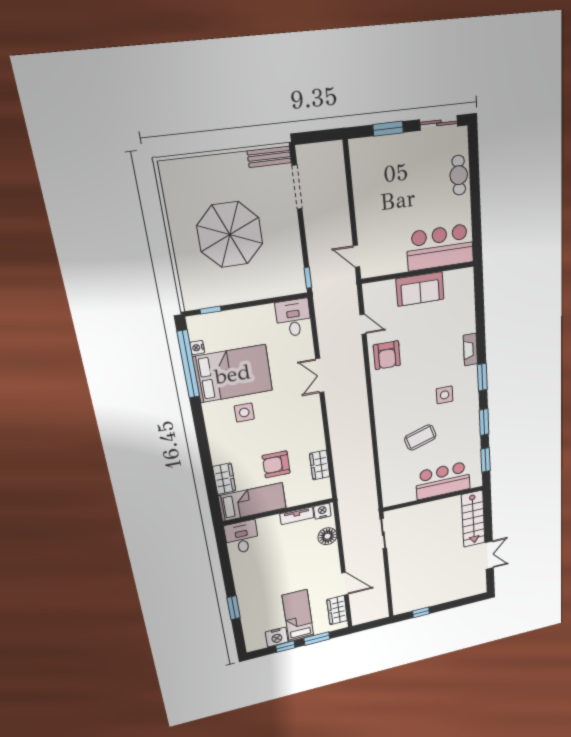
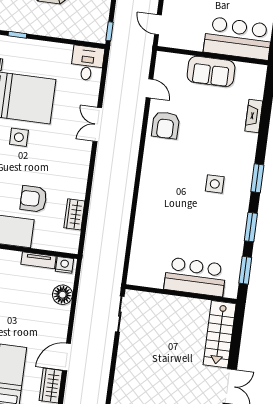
fireplace: (470, 350) -> (254, 116), moved
coffee table: (420, 437) -> (181, 221), removed
door: (345, 584) -> (67, 357), swing flipped

